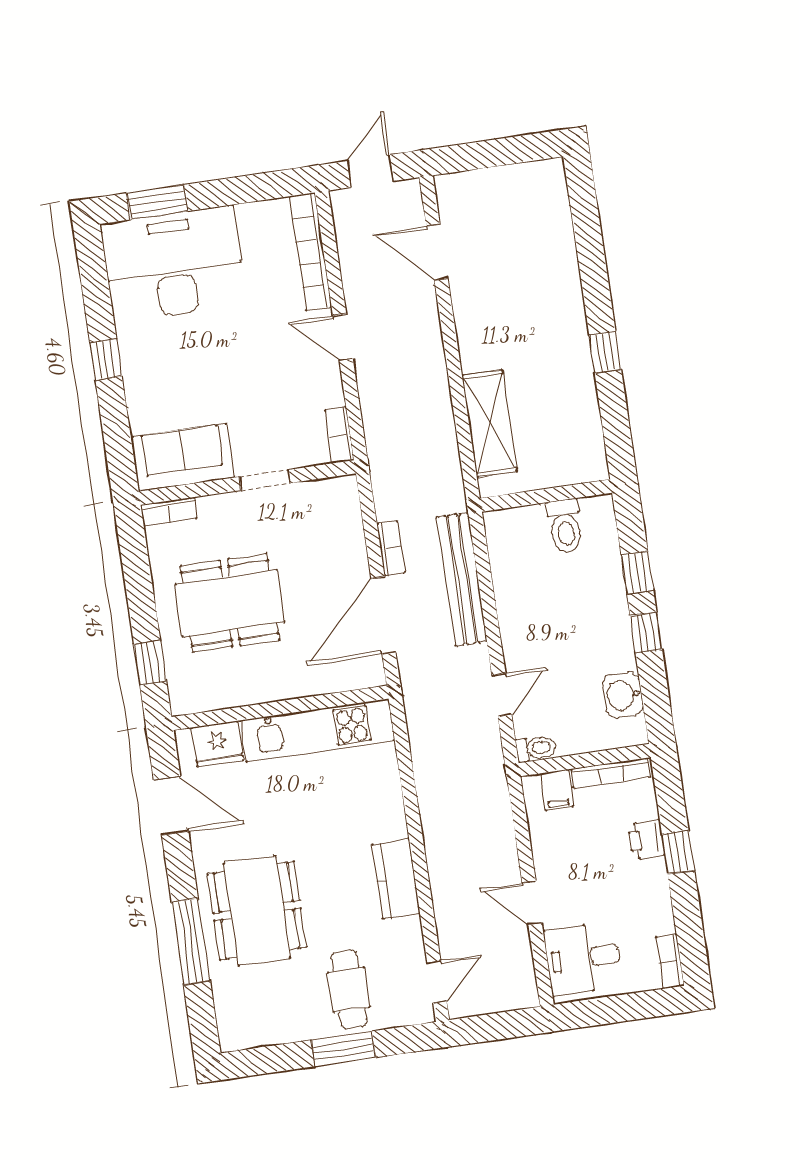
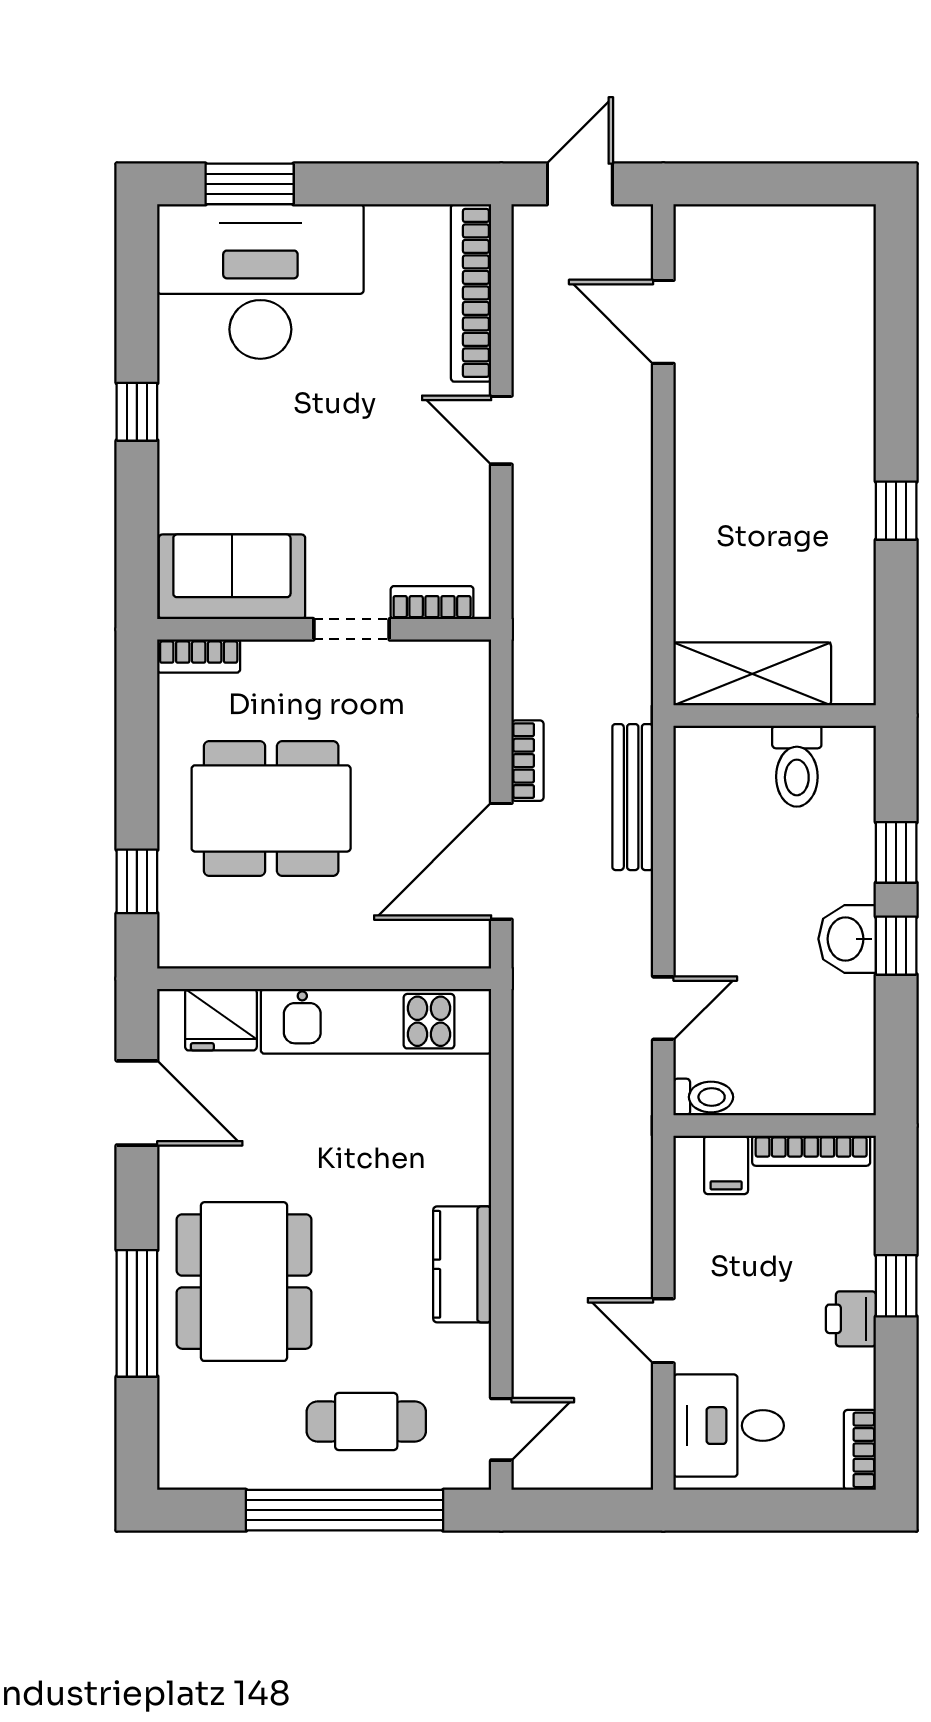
shelving: (490, 423) -> (752, 674), moved, turned 90
bookcase: (339, 435) -> (432, 603), moved, turned 90
bench: (462, 579) -> (633, 797), width x0.73, depth x0.82
washbasin: (623, 695) -> (847, 939), moved
printer: (646, 840) -> (851, 1319), moved
cafe table: (349, 990) -> (366, 1421), turned 90
window: (343, 1049) -> (345, 1510), width x2.11

